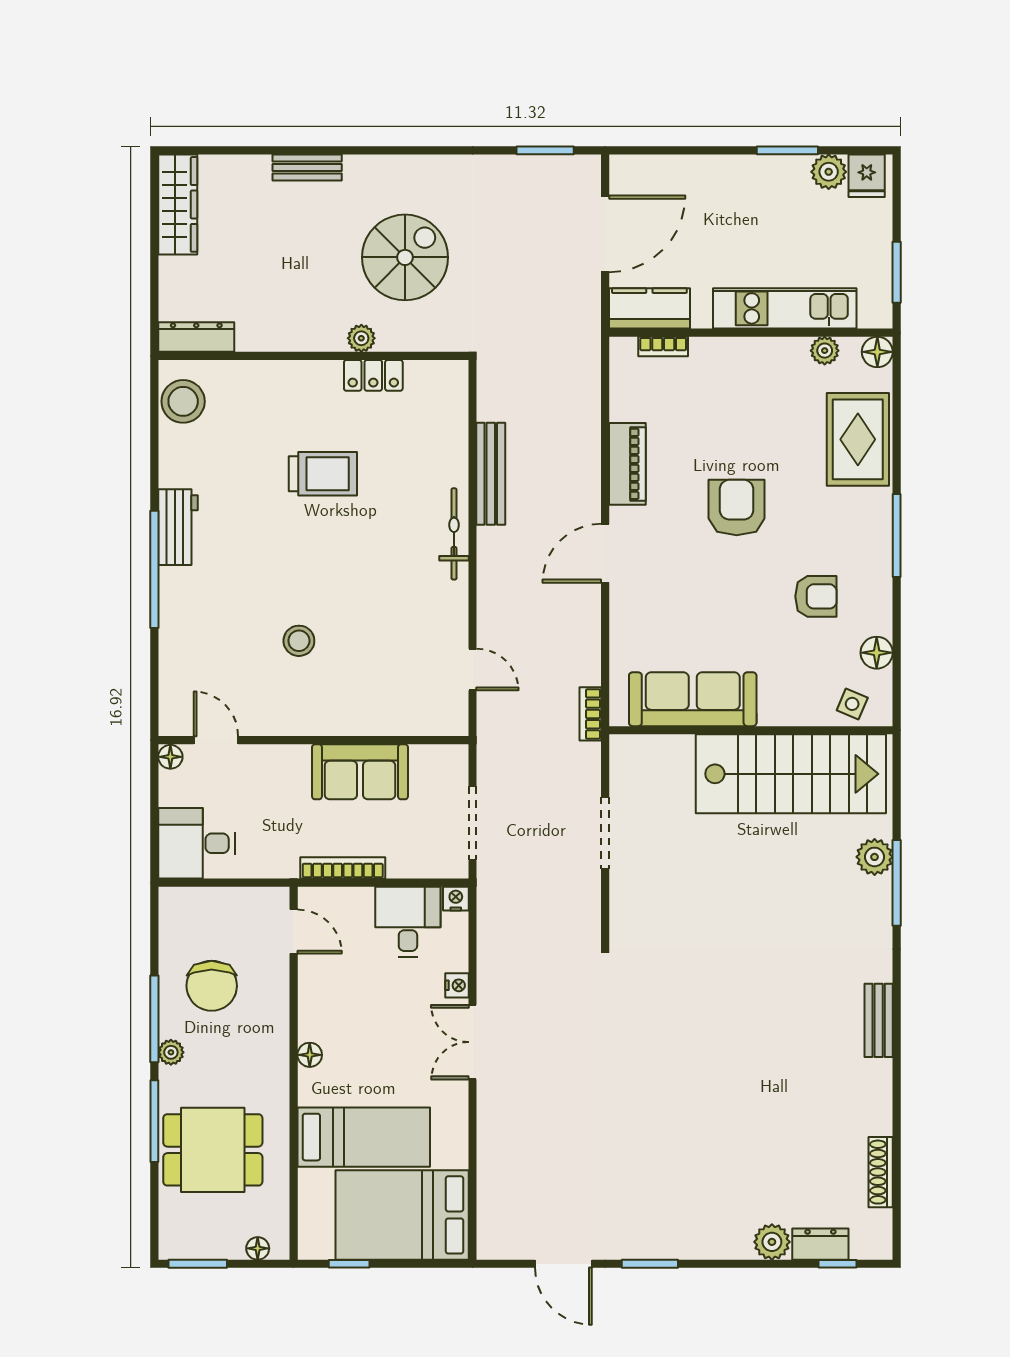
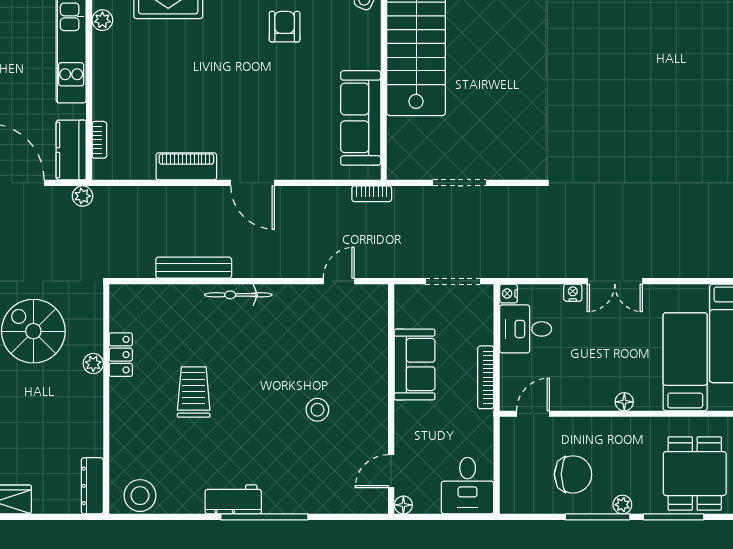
plant: (587, 324) -> (83, 196), added
armchair: (737, 507) -> (219, 85), removed

